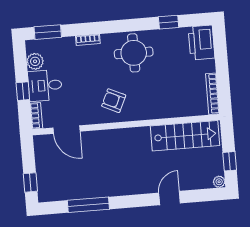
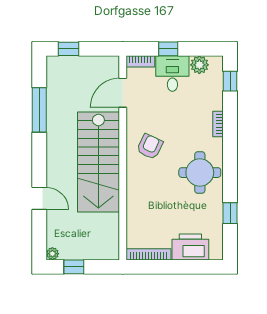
window: (48, 32) -> (230, 81), width x0.67
printer: (202, 43) -> (190, 247), moved
stairs: (185, 136) -> (98, 162), moved, width x1.36, depth x1.51

